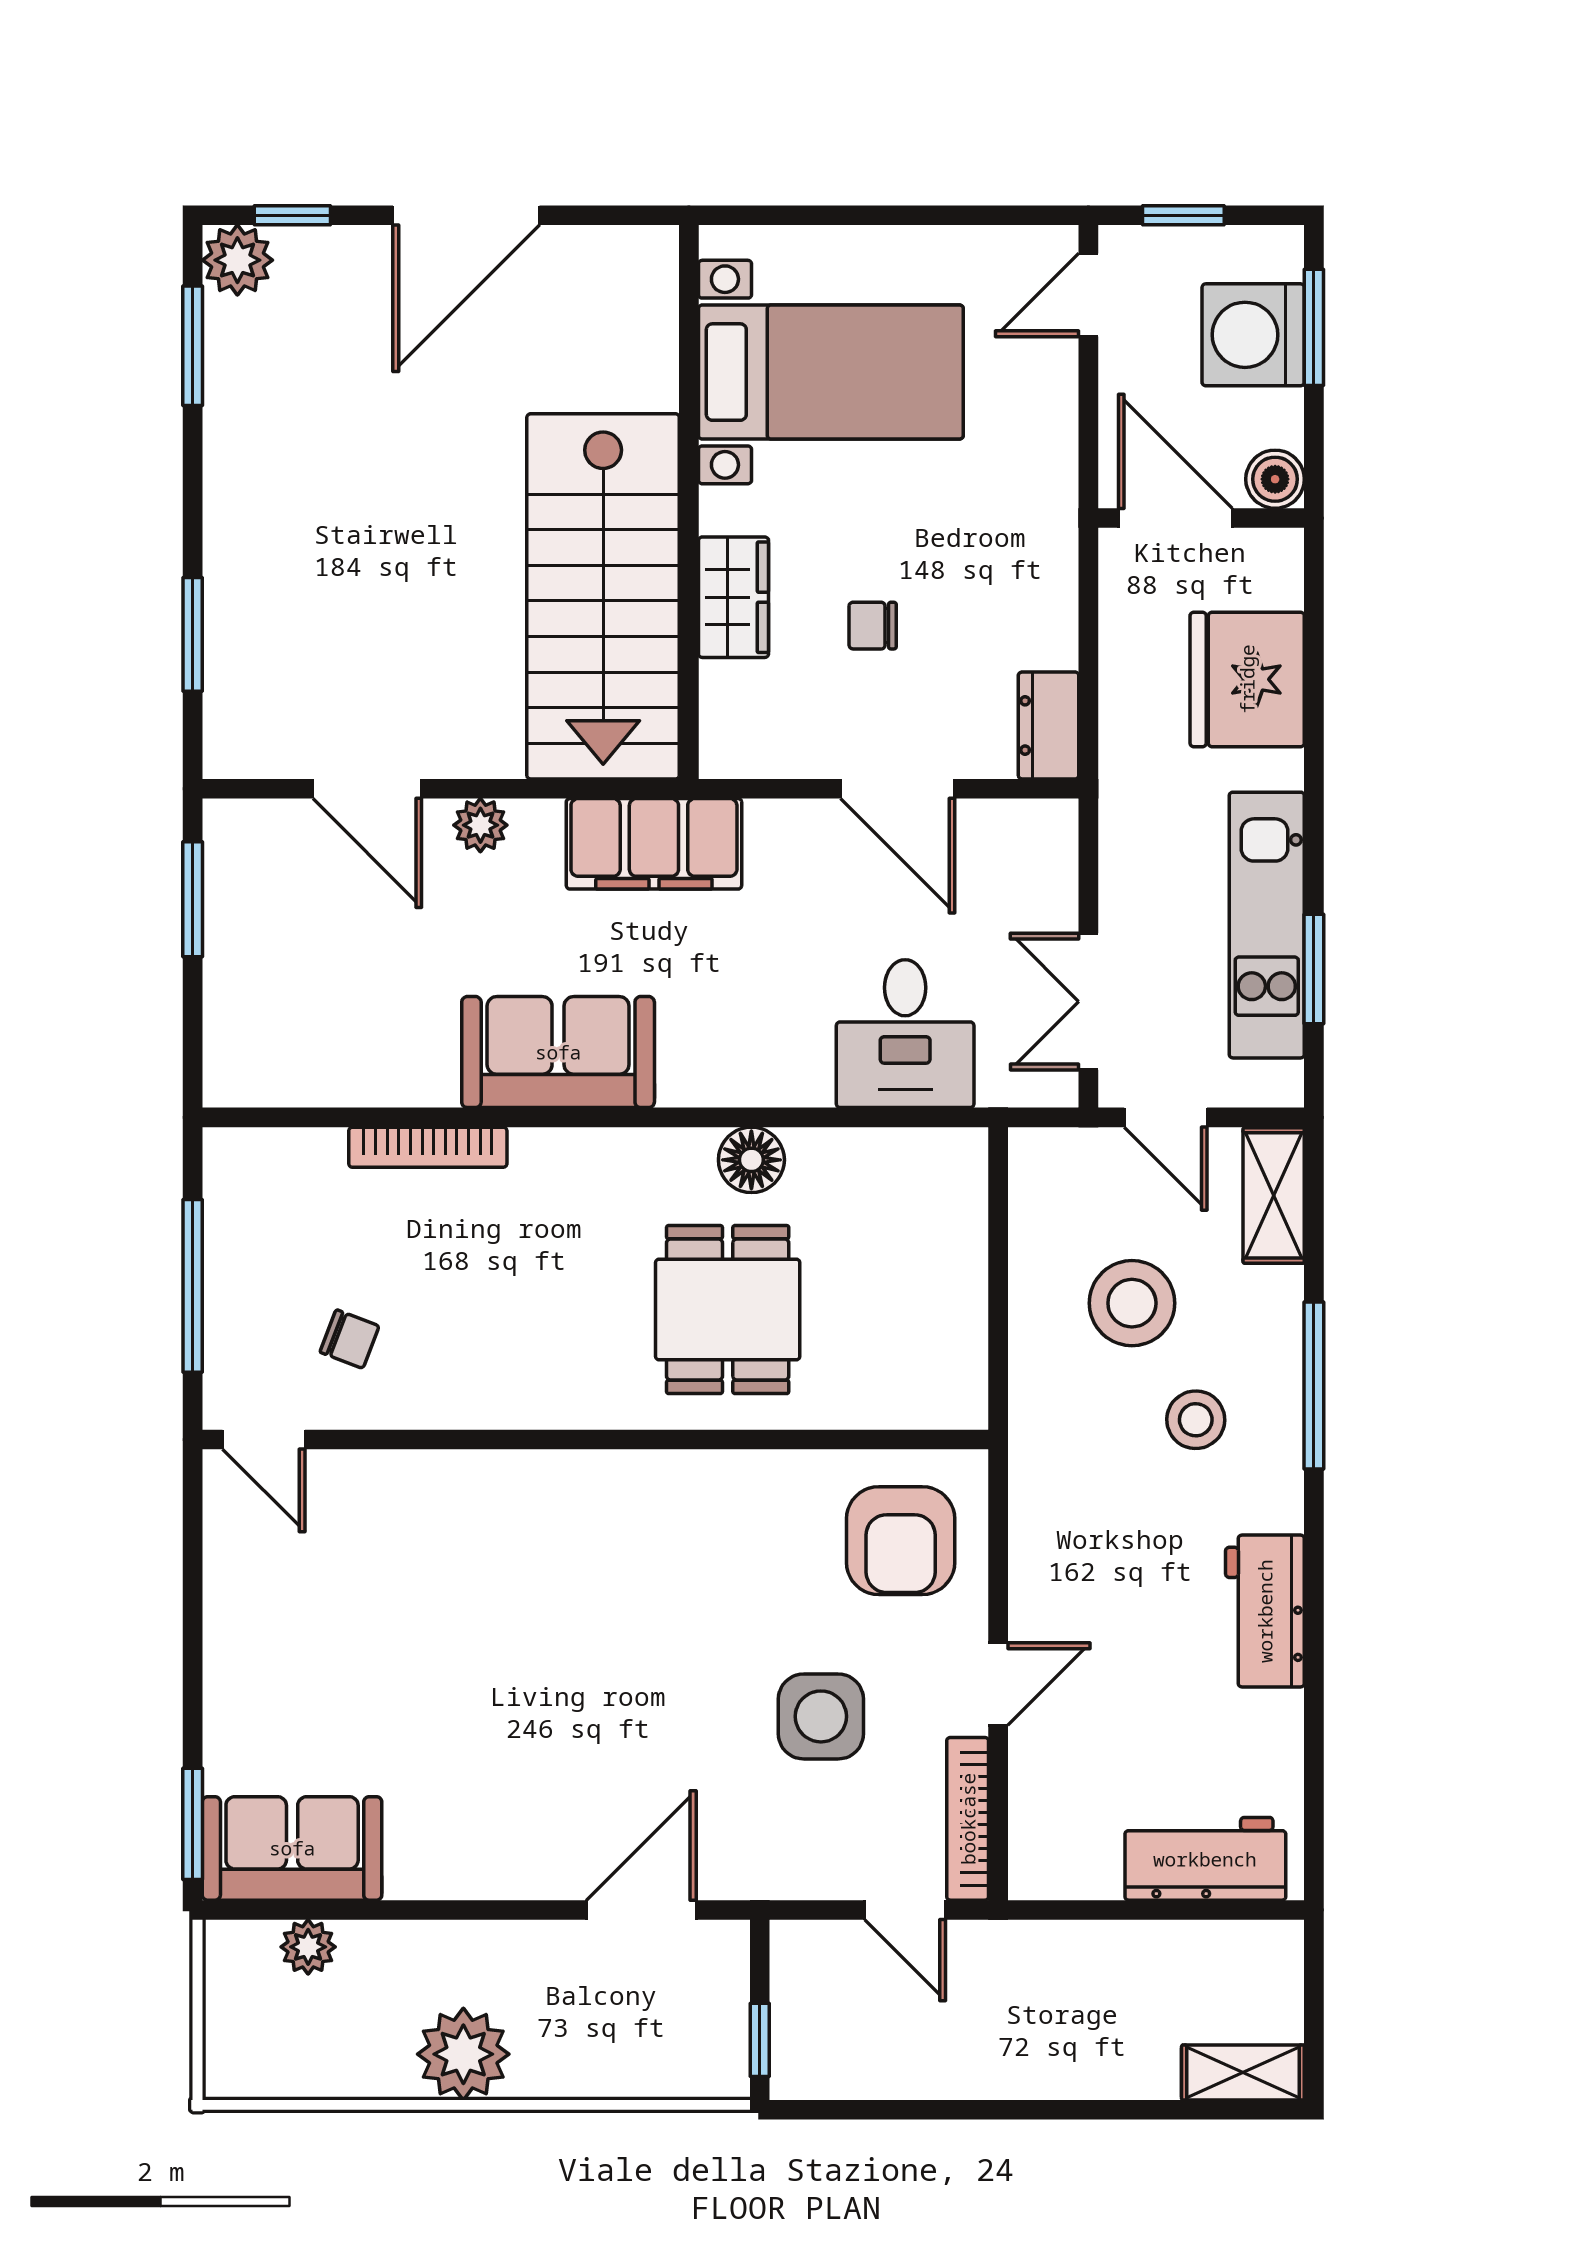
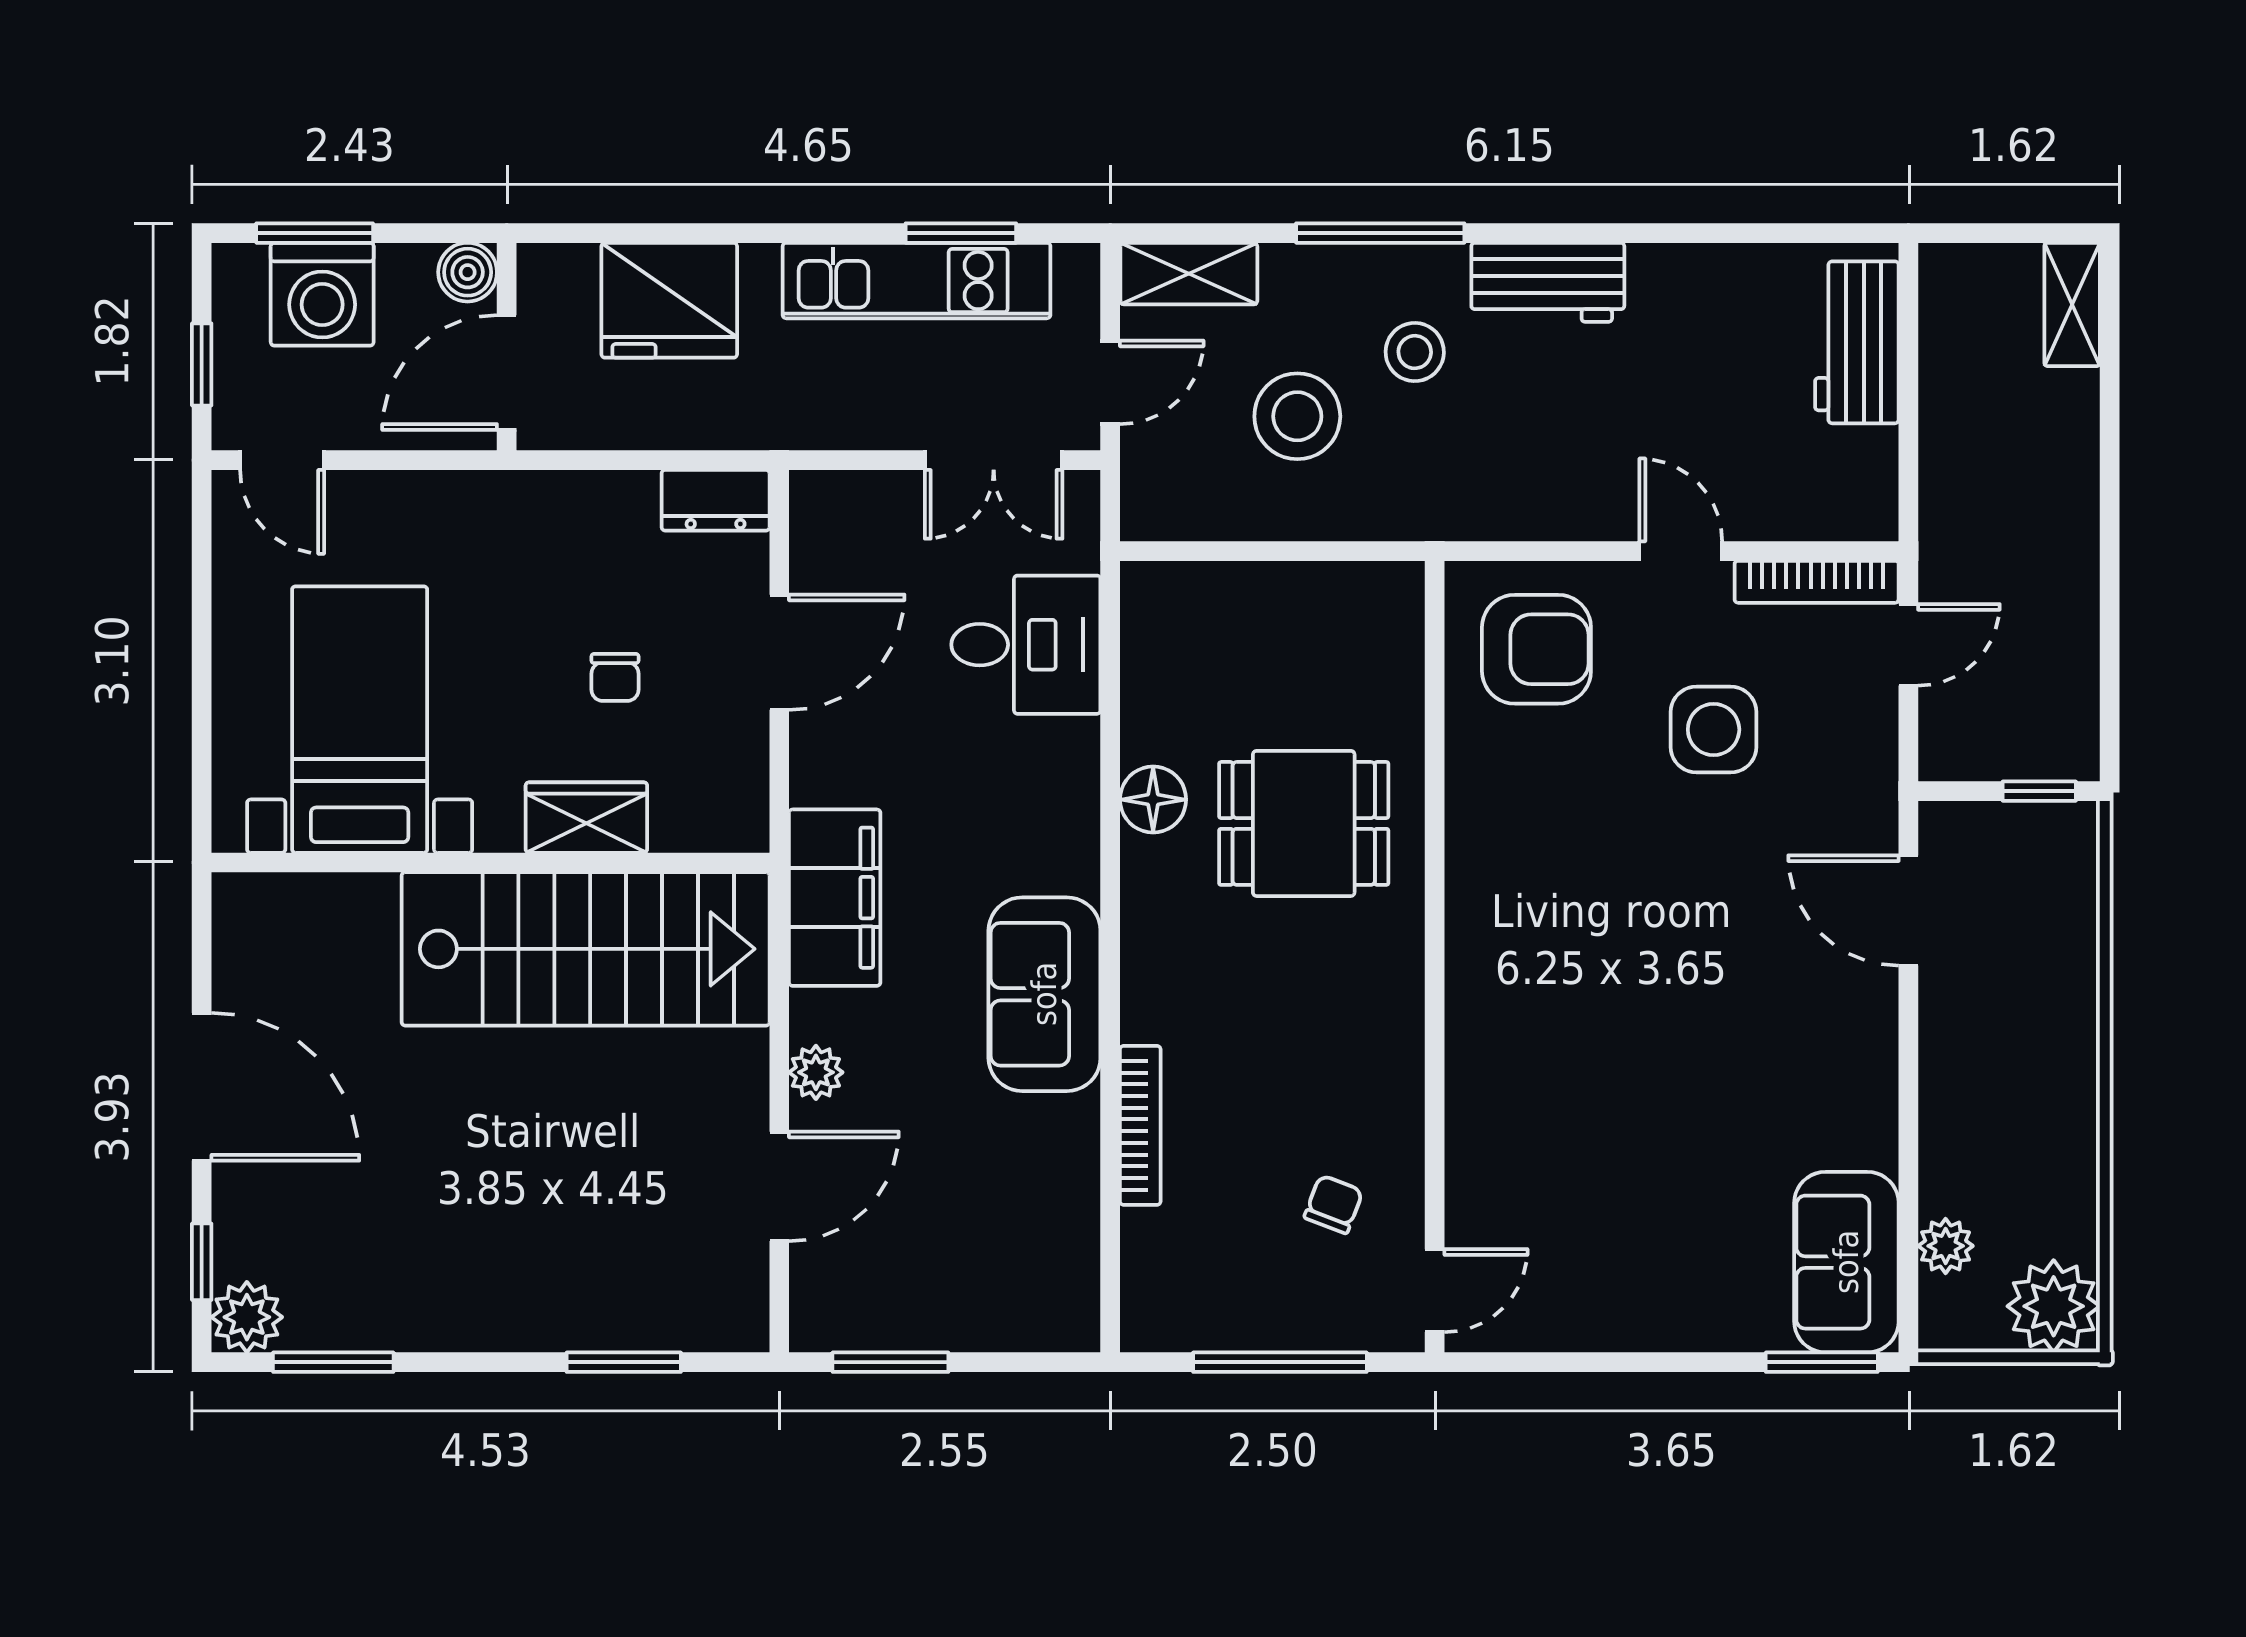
workbench: (1265, 1611) -> (1548, 282), moved
plant: (463, 2054) -> (2054, 1306), moved

